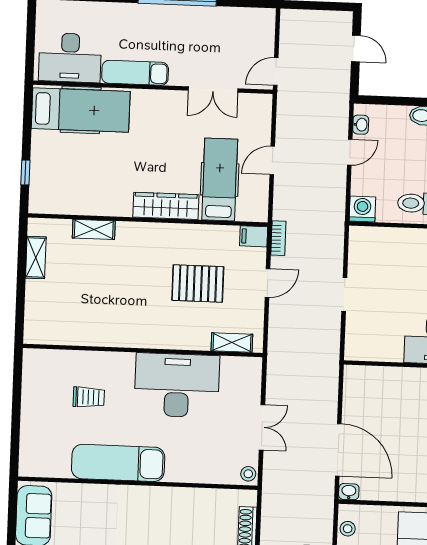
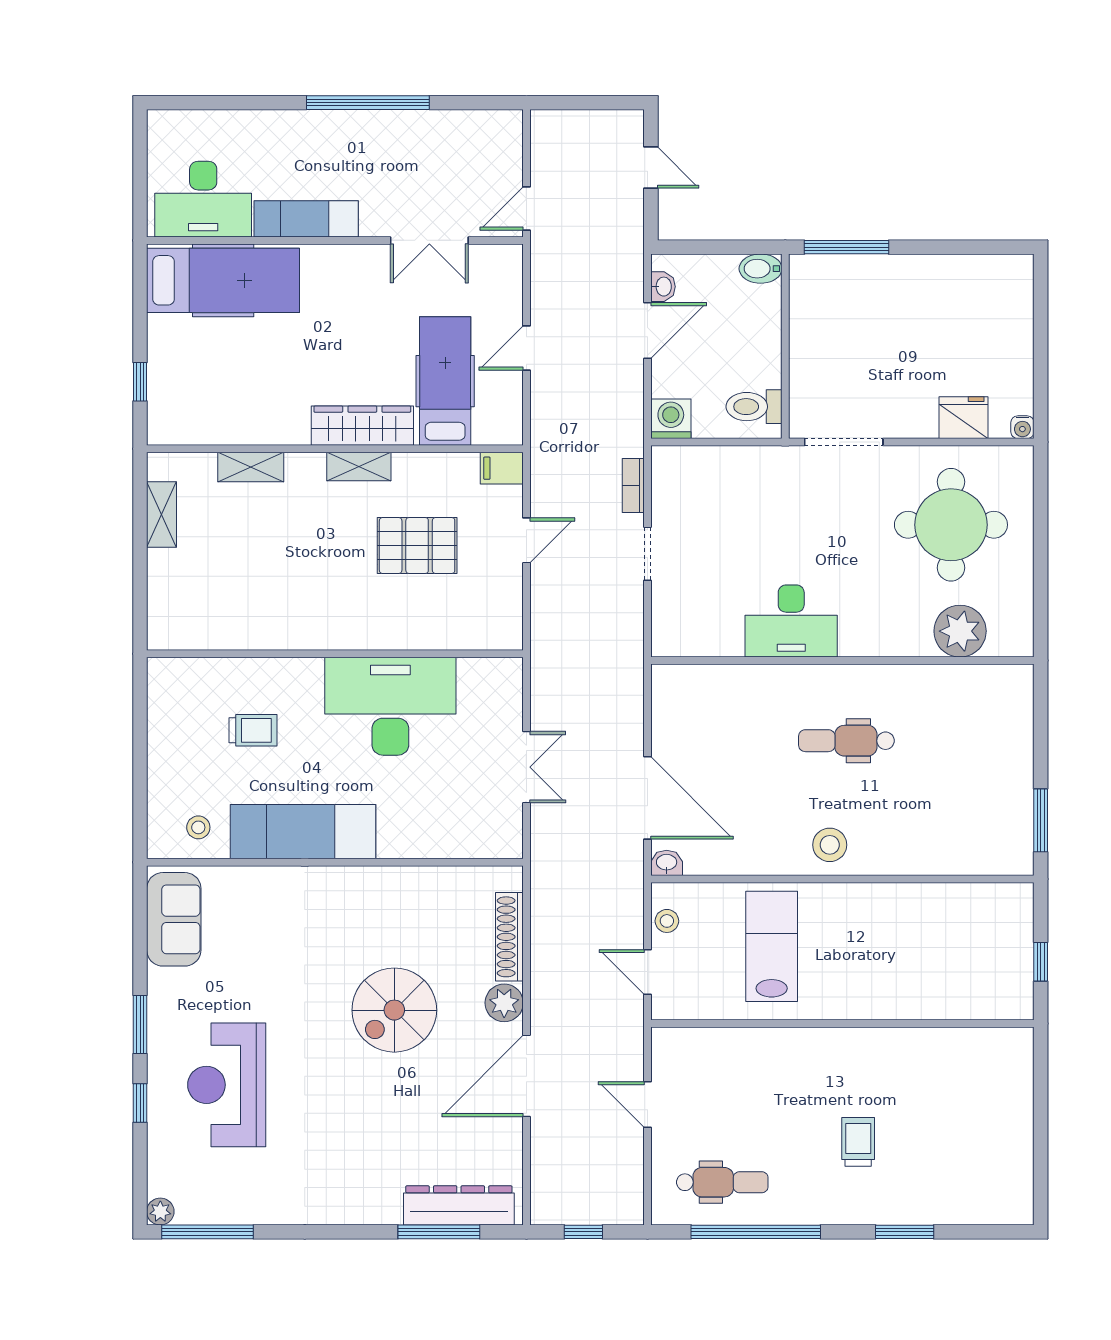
door: (350, 152) -> (647, 330), width x1.38
bookcase: (278, 238) -> (633, 485), moved, turned 180
shelving: (232, 343) -> (359, 467), moved
stool: (248, 474) -> (198, 827), moved

